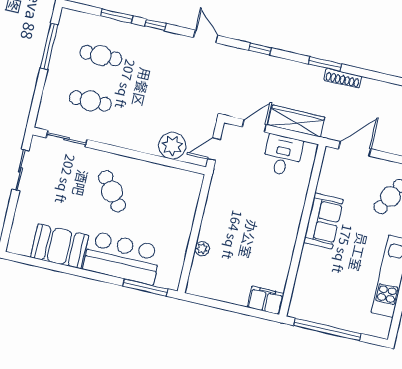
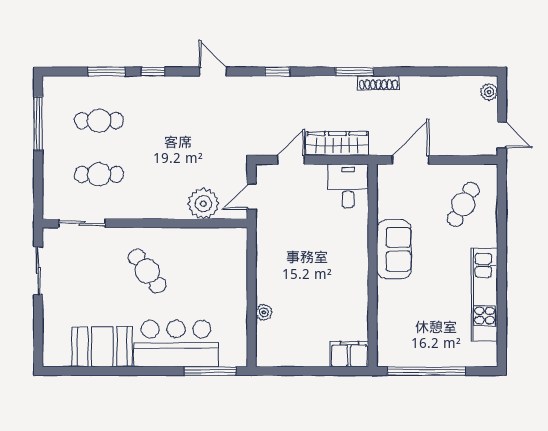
desk: (282, 155) -> (348, 186), moved

